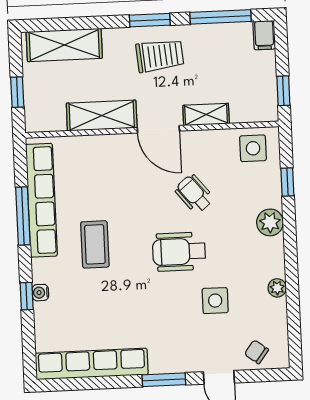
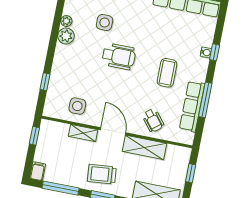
side table: (253, 148) -> (77, 106), moved
wheelchair: (194, 194) -> (153, 120), moved
row of seats: (41, 200) -> (192, 106), width x0.73
plant: (270, 222) -> (66, 36), moved

